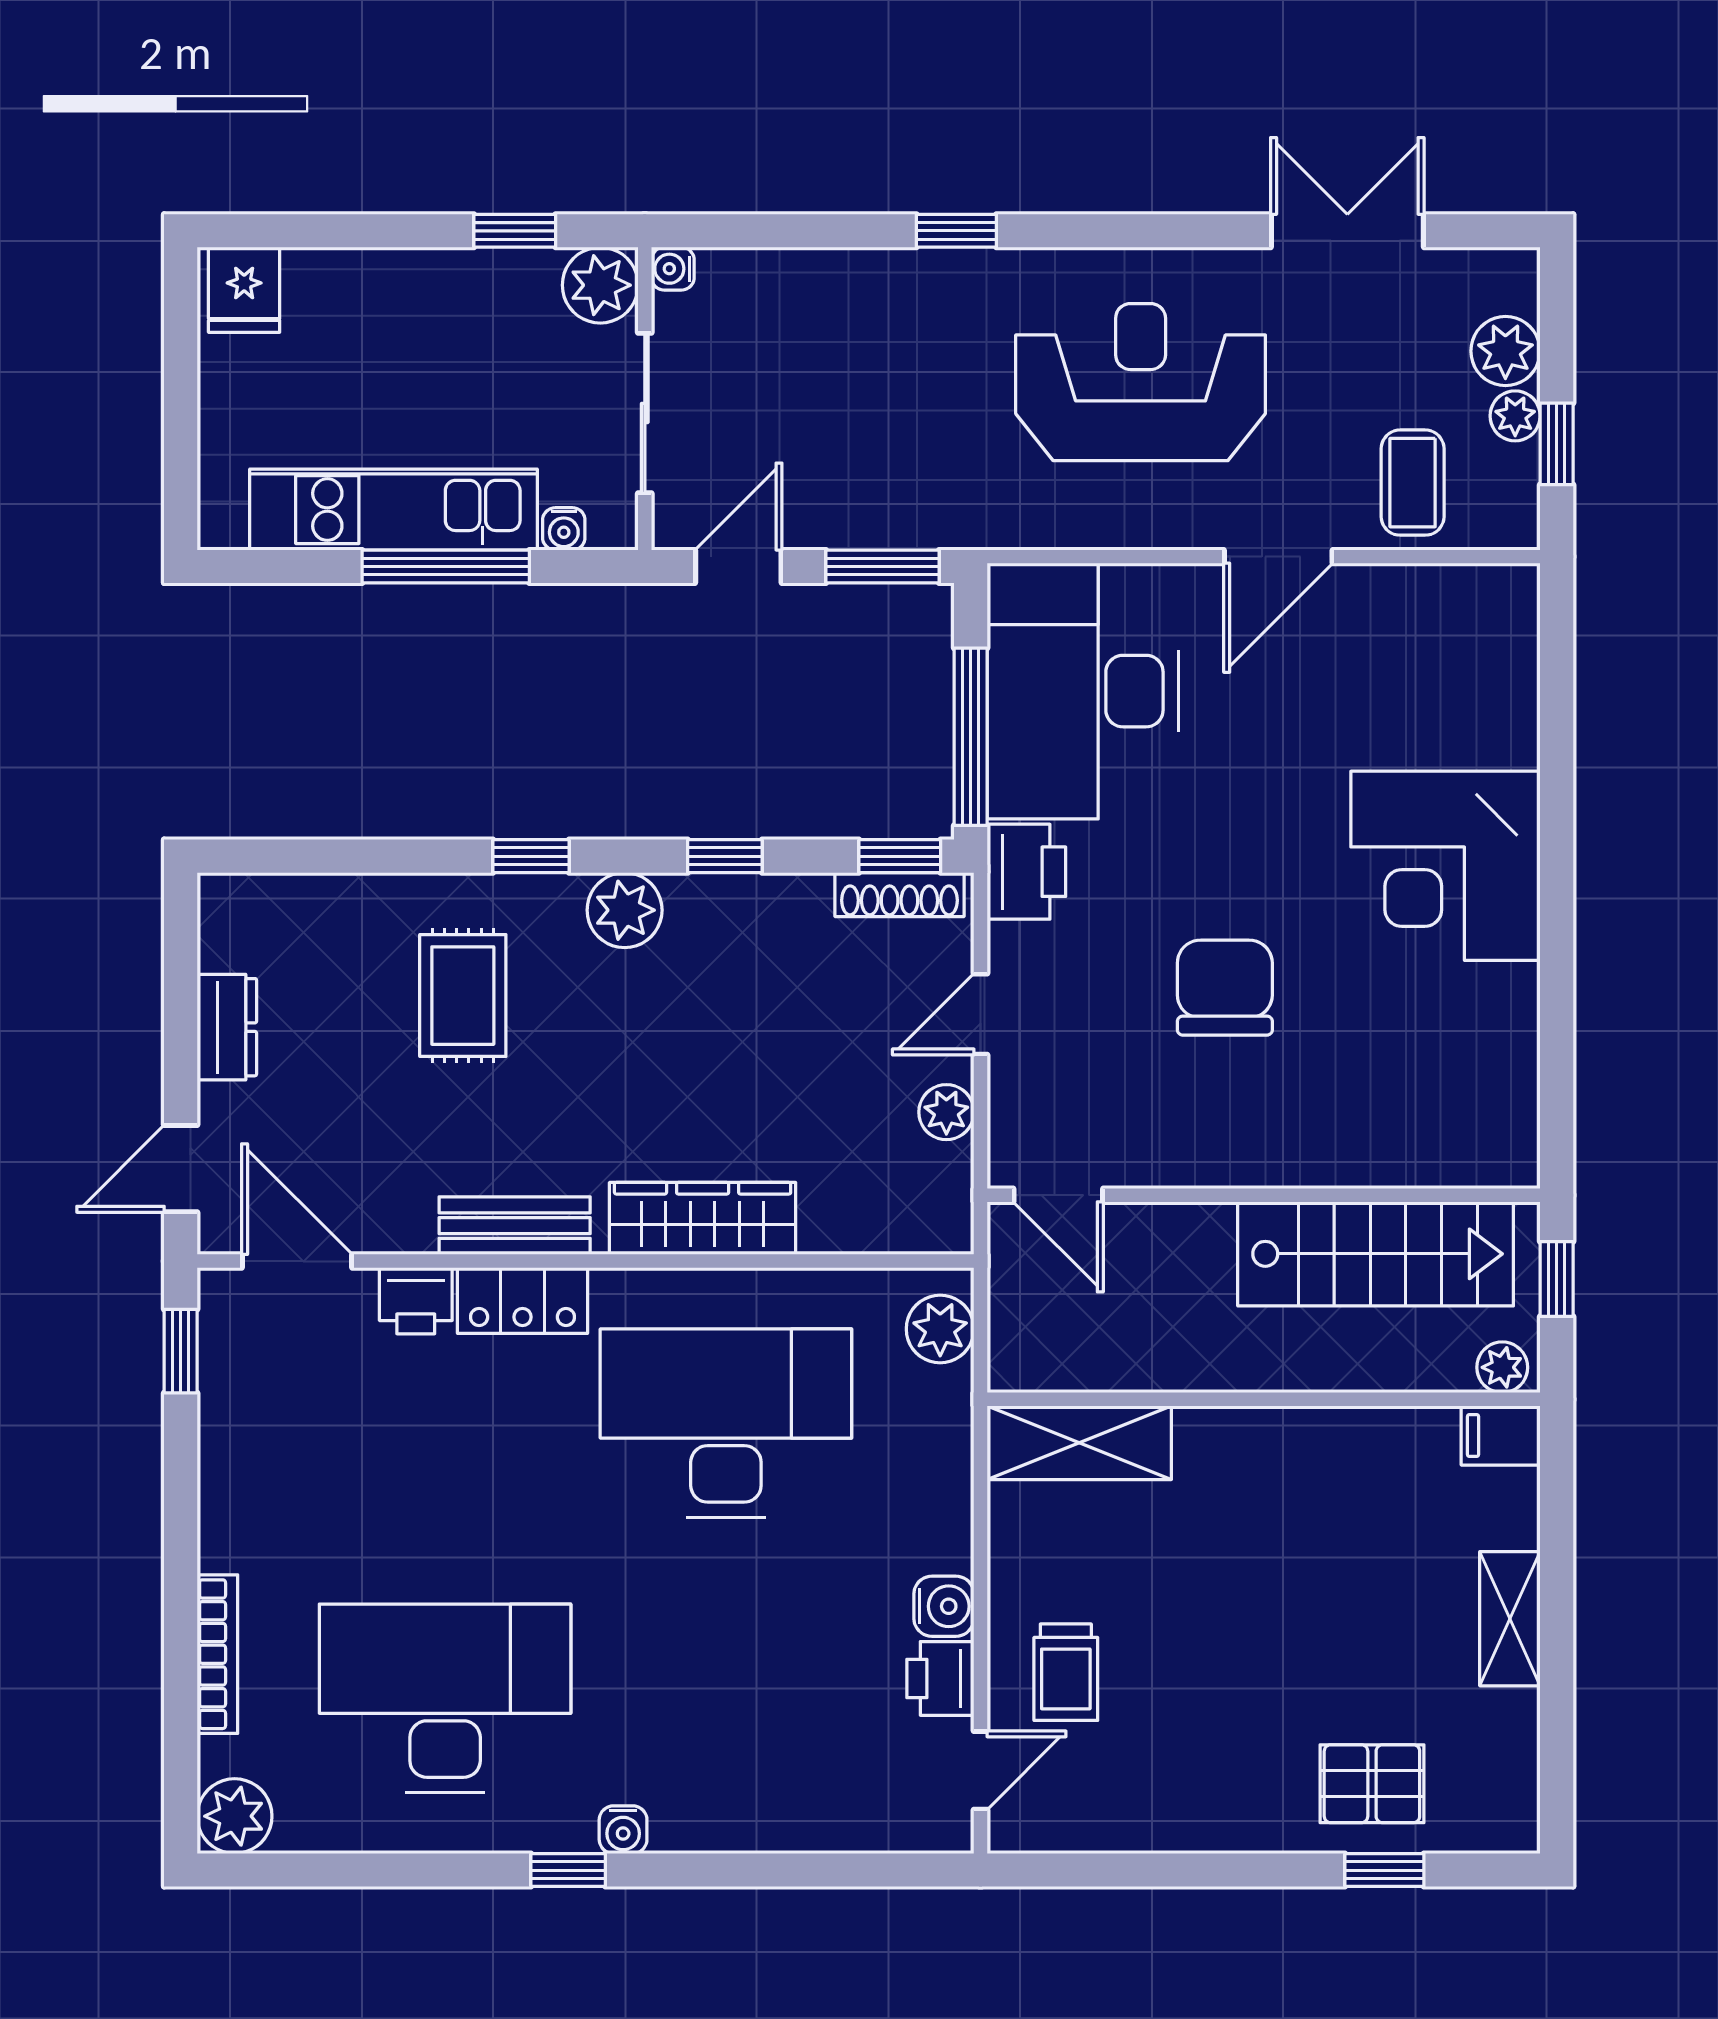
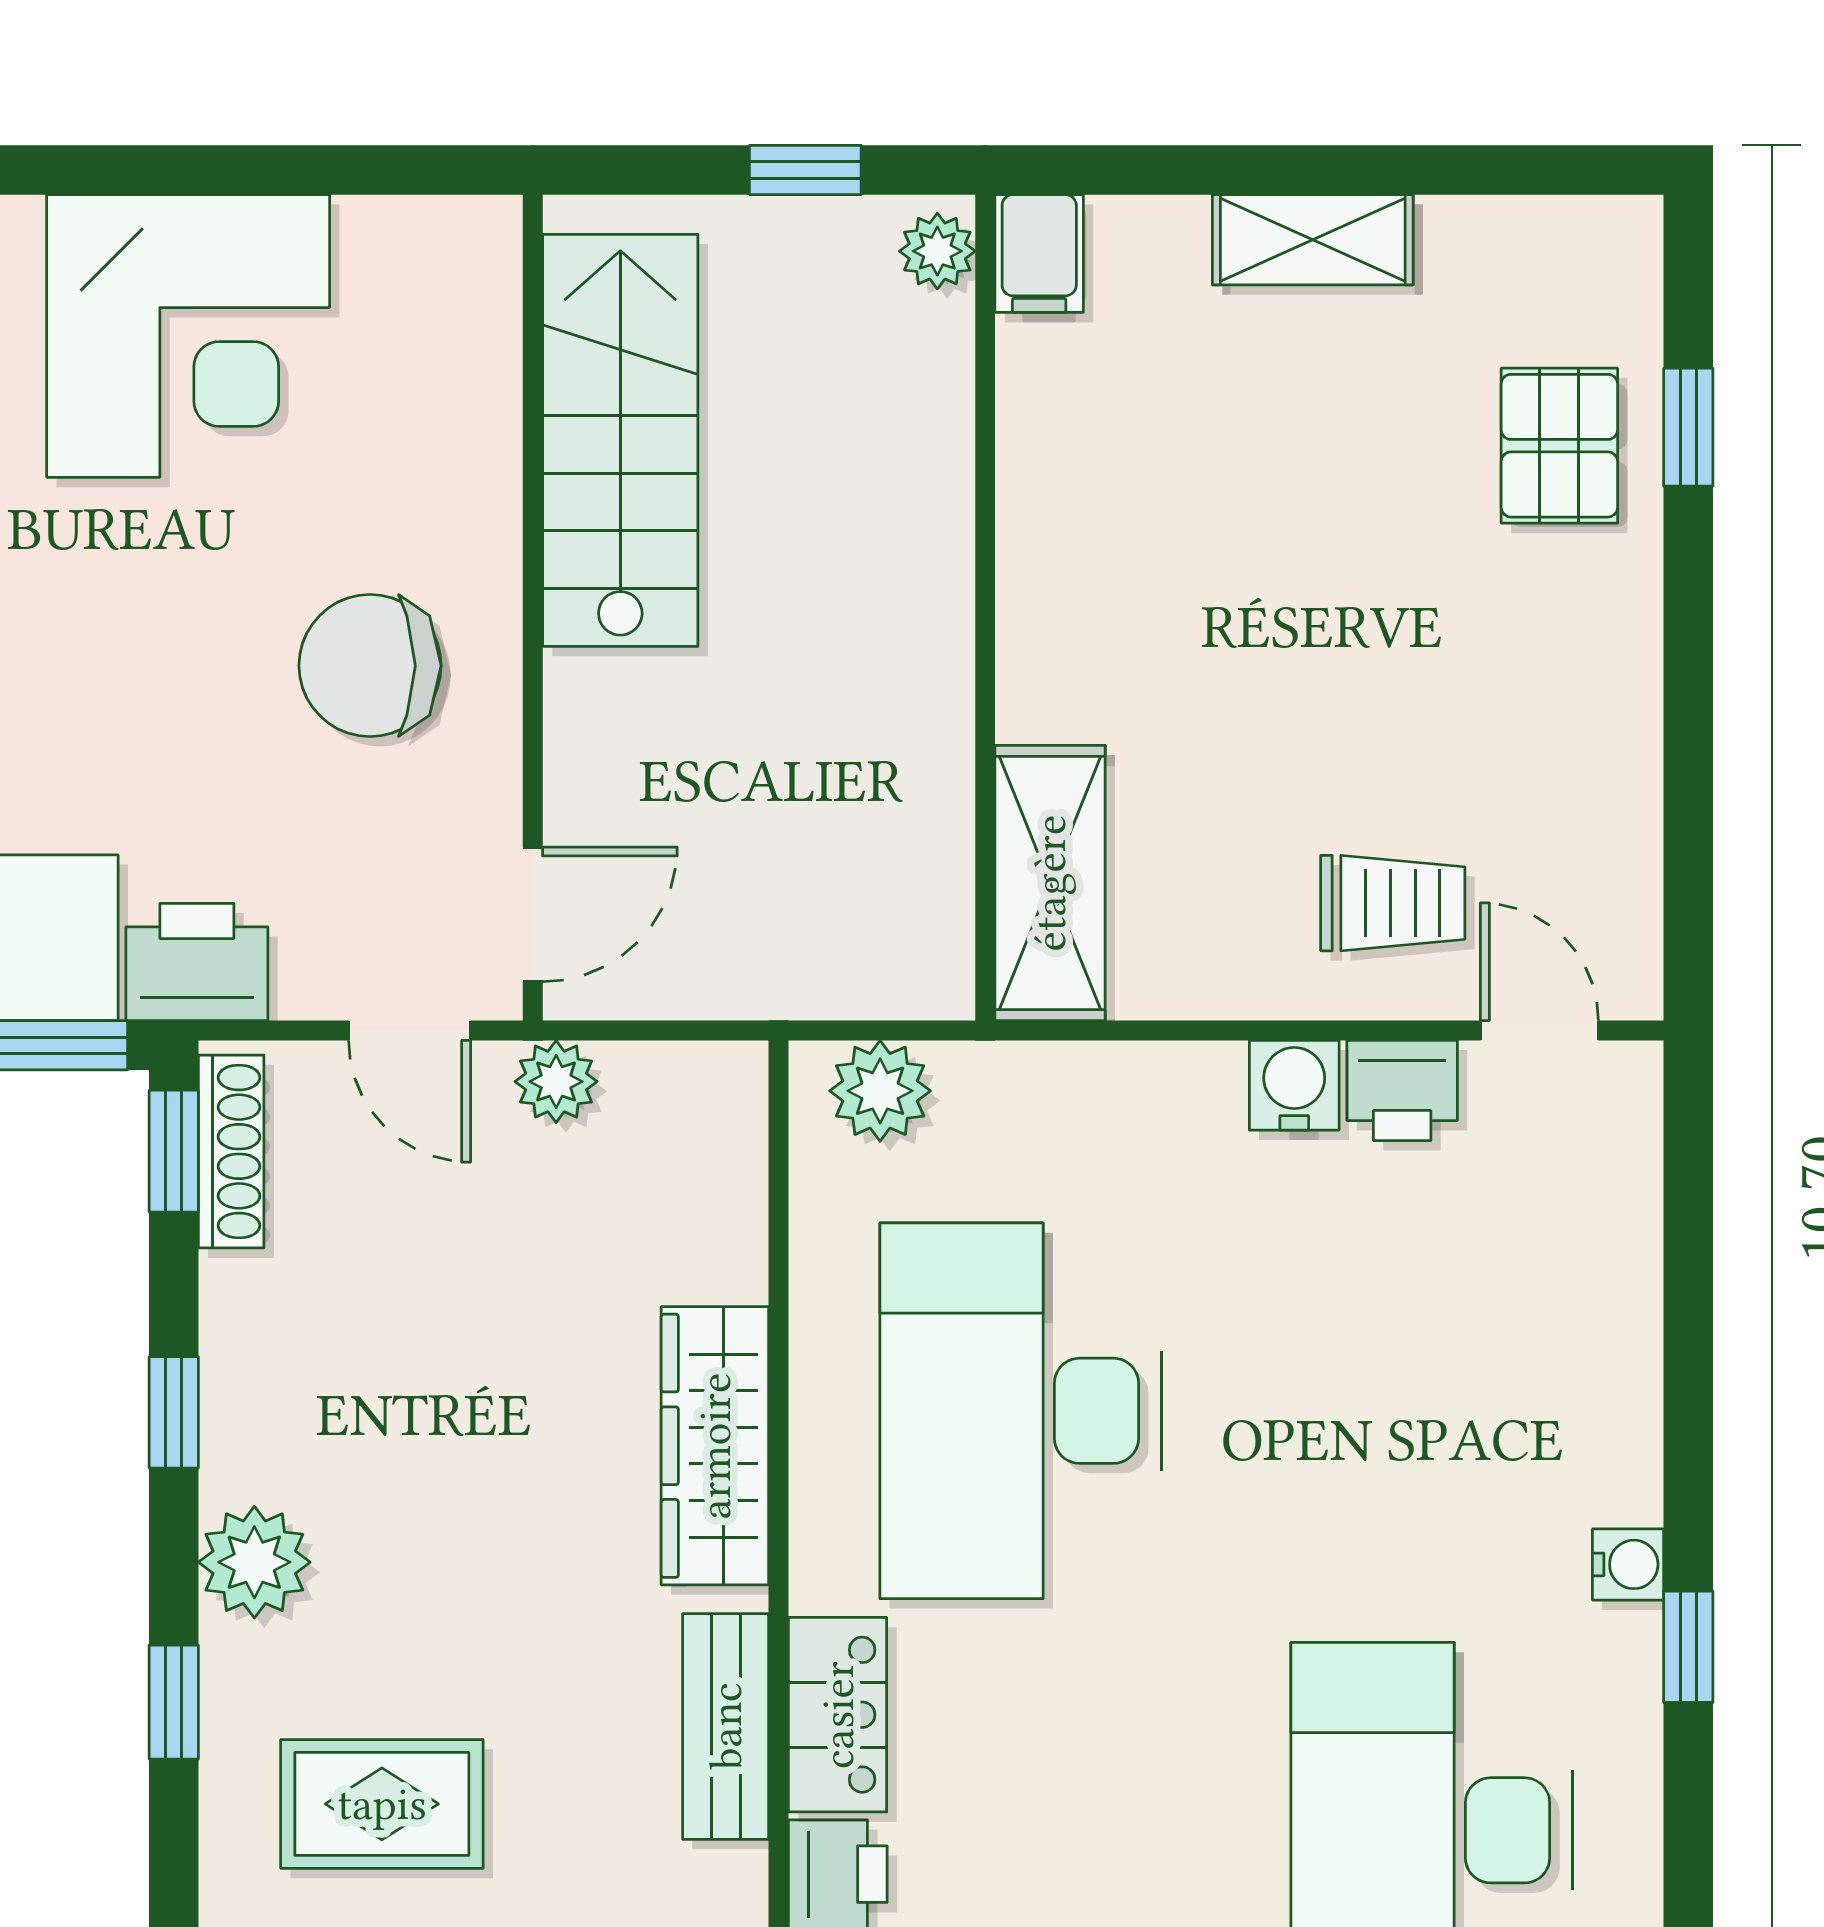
door: (1058, 1195) -> (533, 914), moved
wall: (1264, 1195) -> (533, 608), moved
stairs: (1376, 1254) -> (620, 440), moved

